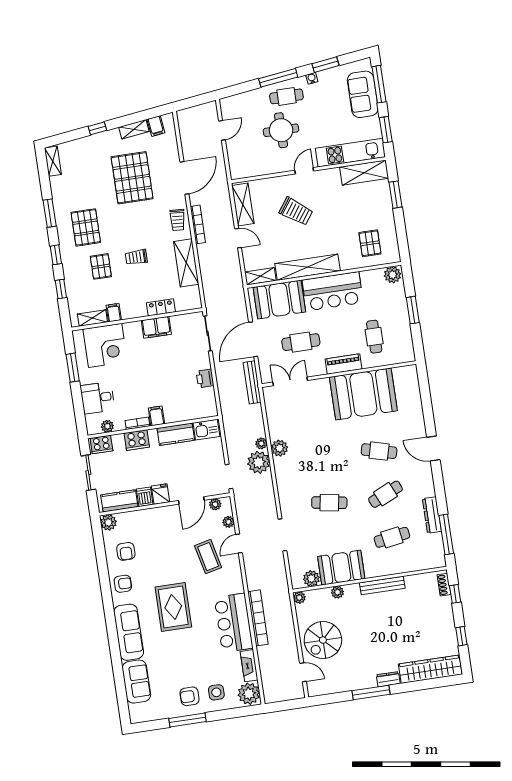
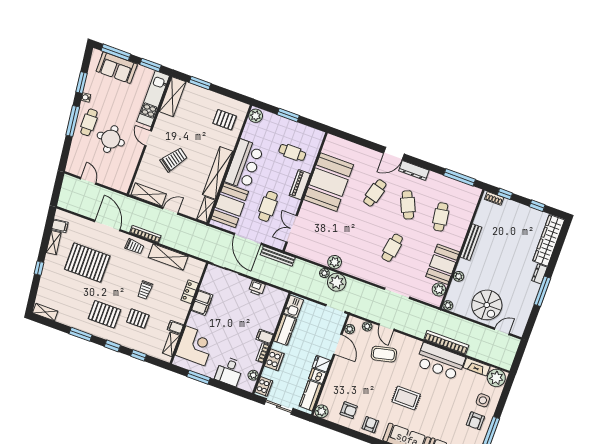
dresser: (432, 515) -> (414, 170), moved
rug: (173, 607) -> (406, 398), width x0.73, depth x0.70

